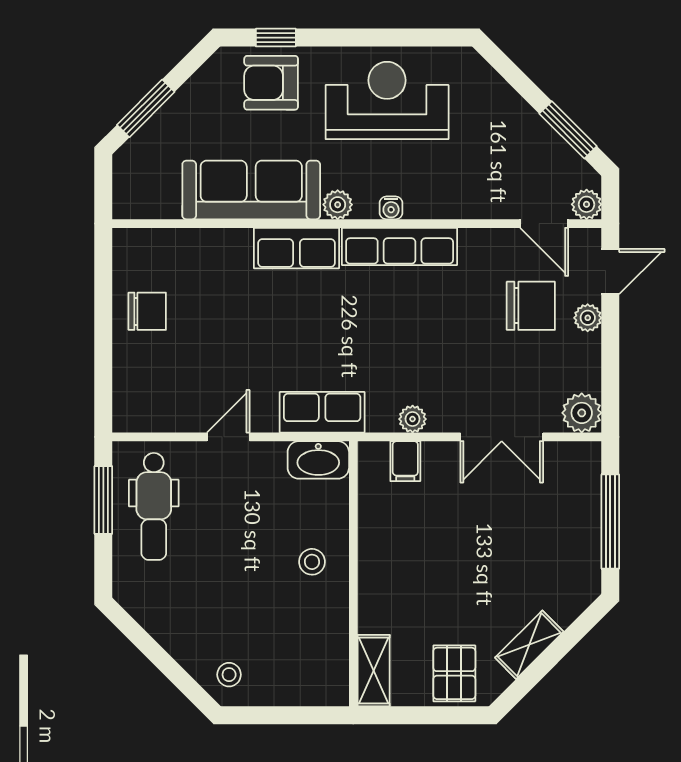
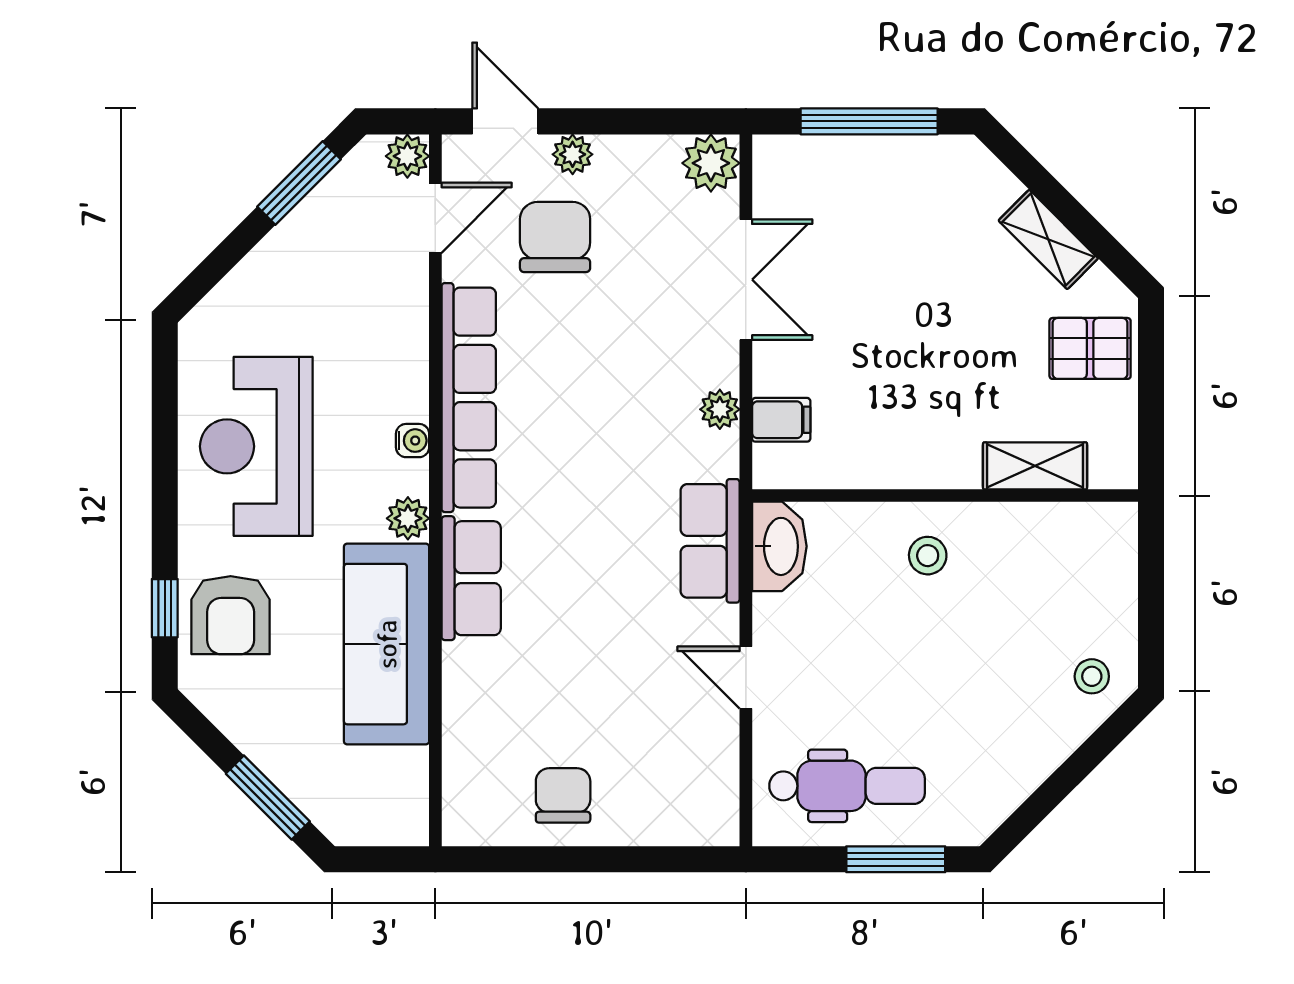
row of seats: (400, 246) -> (469, 398), width x1.36
window: (103, 500) -> (896, 859), moved
shelving: (374, 671) -> (1035, 466), moved

